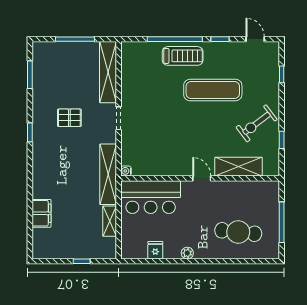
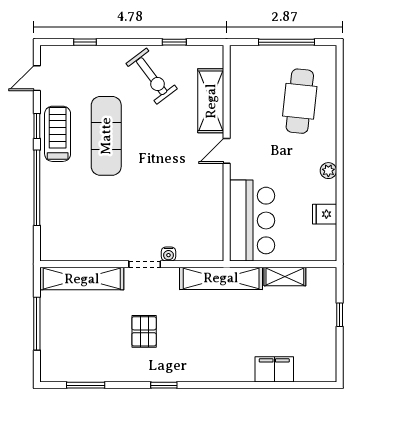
treadmill: (183, 56) -> (58, 134), moved
water cooler: (126, 171) -> (168, 254), moved

